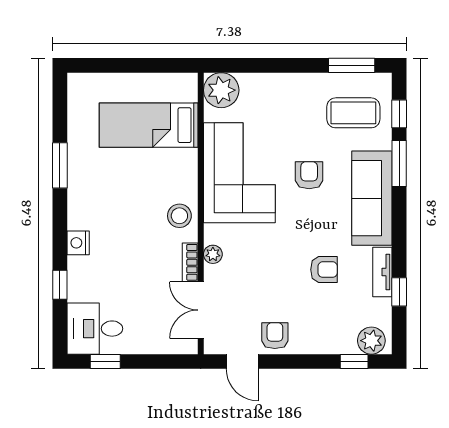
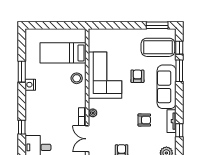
plant: (221, 90) -> (97, 37), removed
coffee table: (353, 113) -> (158, 47), width x1.36, depth x1.32
stool: (179, 216) -> (77, 78), moved
nightstand: (78, 243) -> (30, 85), moved

